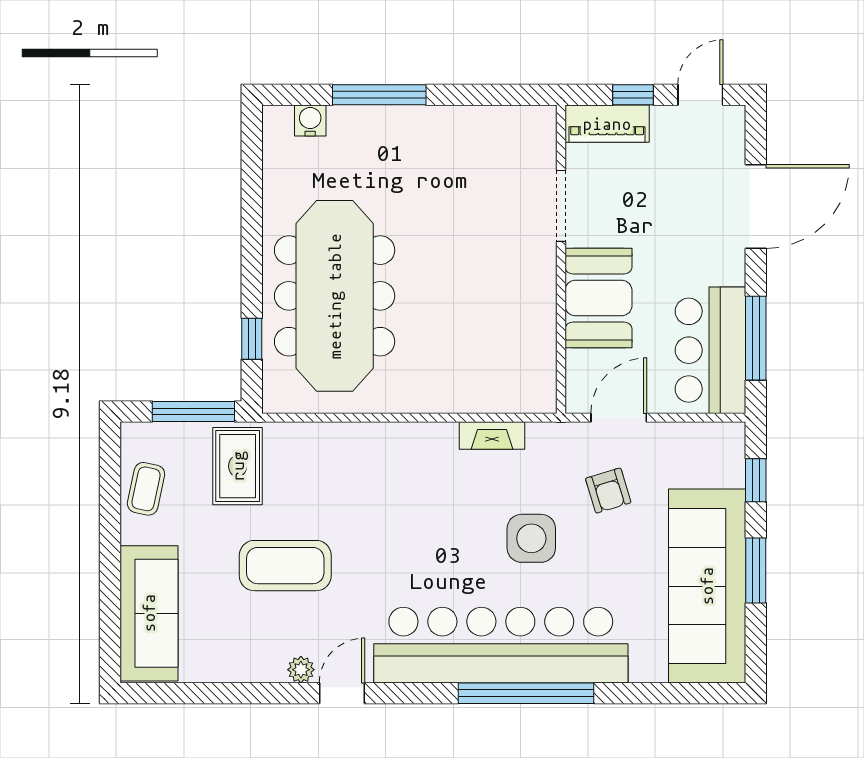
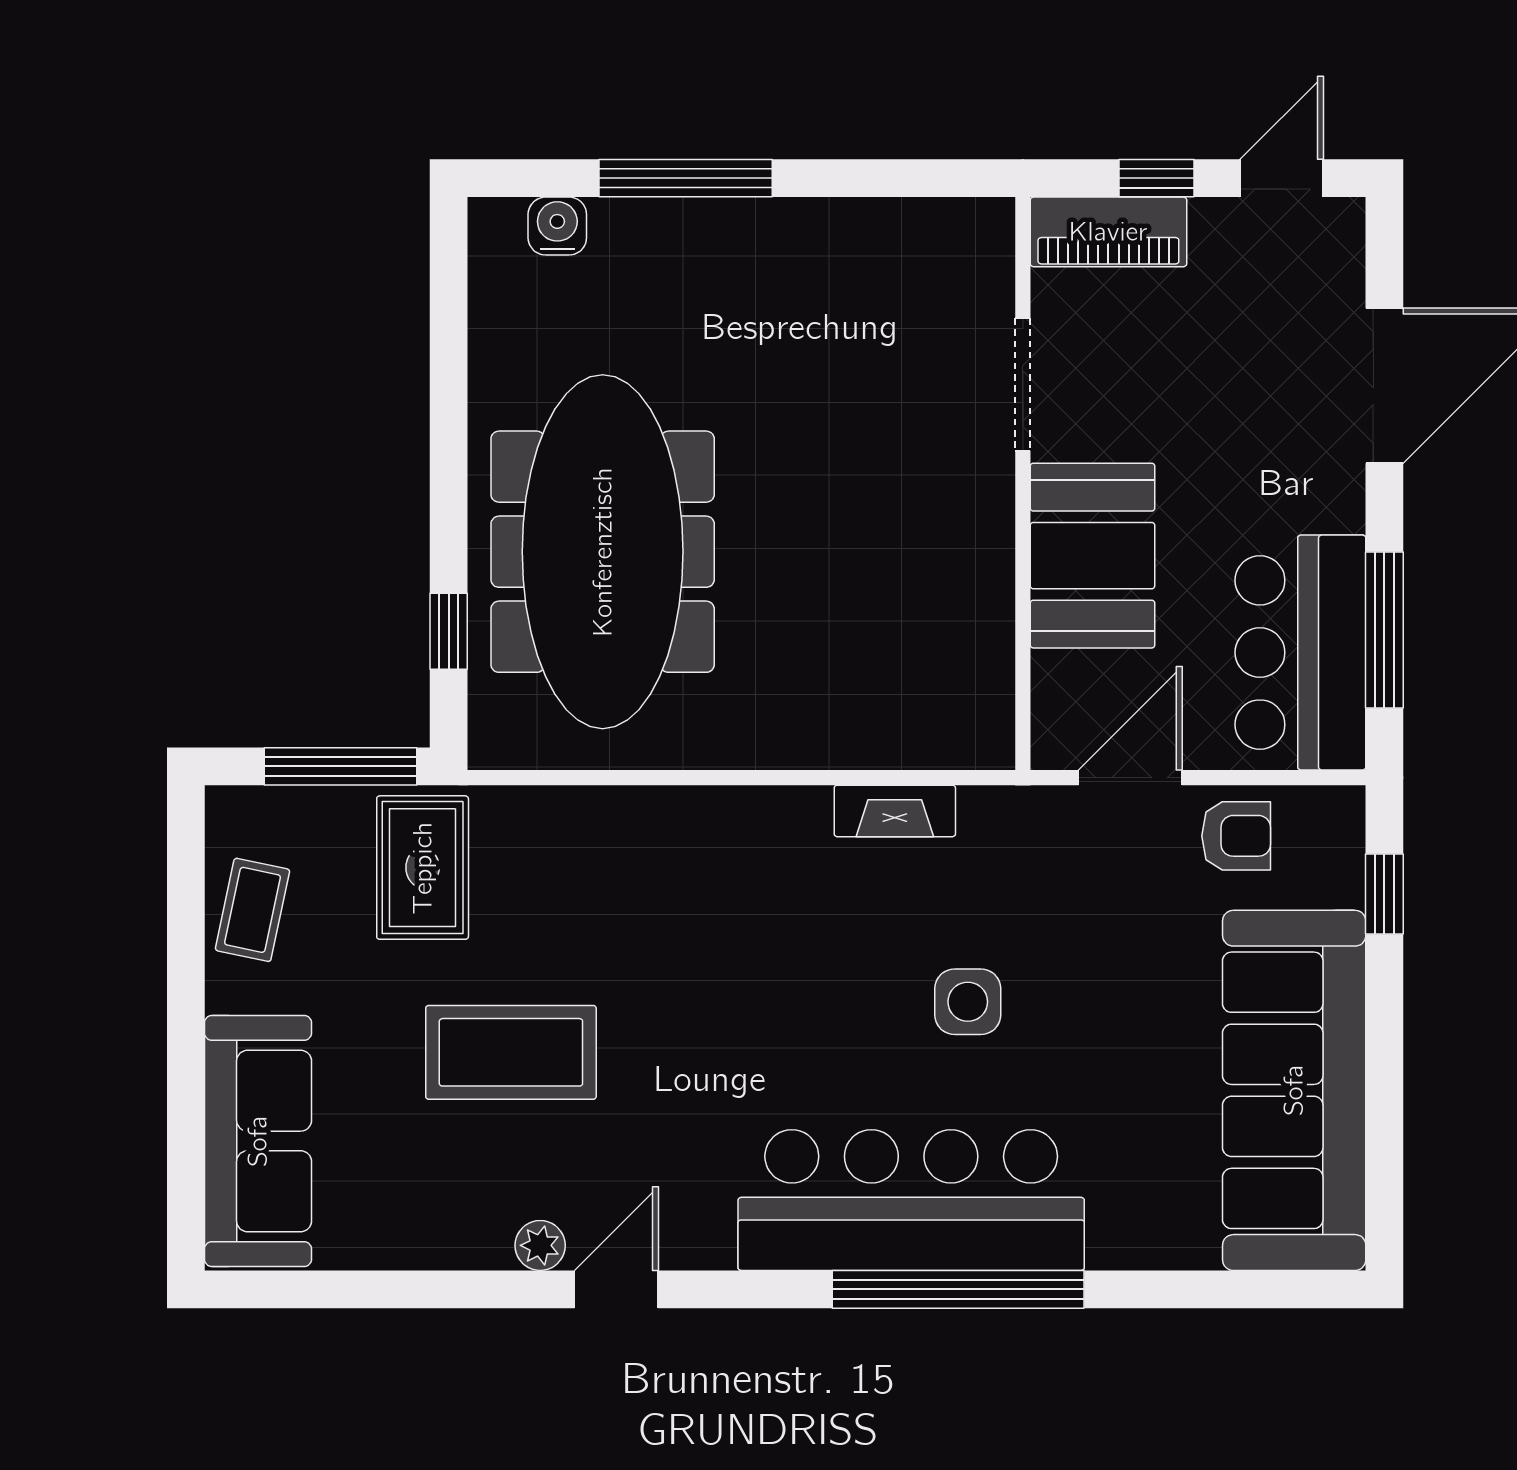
armchair: (608, 491) -> (1236, 836), moved, turned -73
side table: (531, 538) -> (968, 1002), width x0.73, depth x0.73
window: (756, 571) -> (1384, 1061), removed
bar counter: (501, 645) -> (911, 1200), width x0.73

